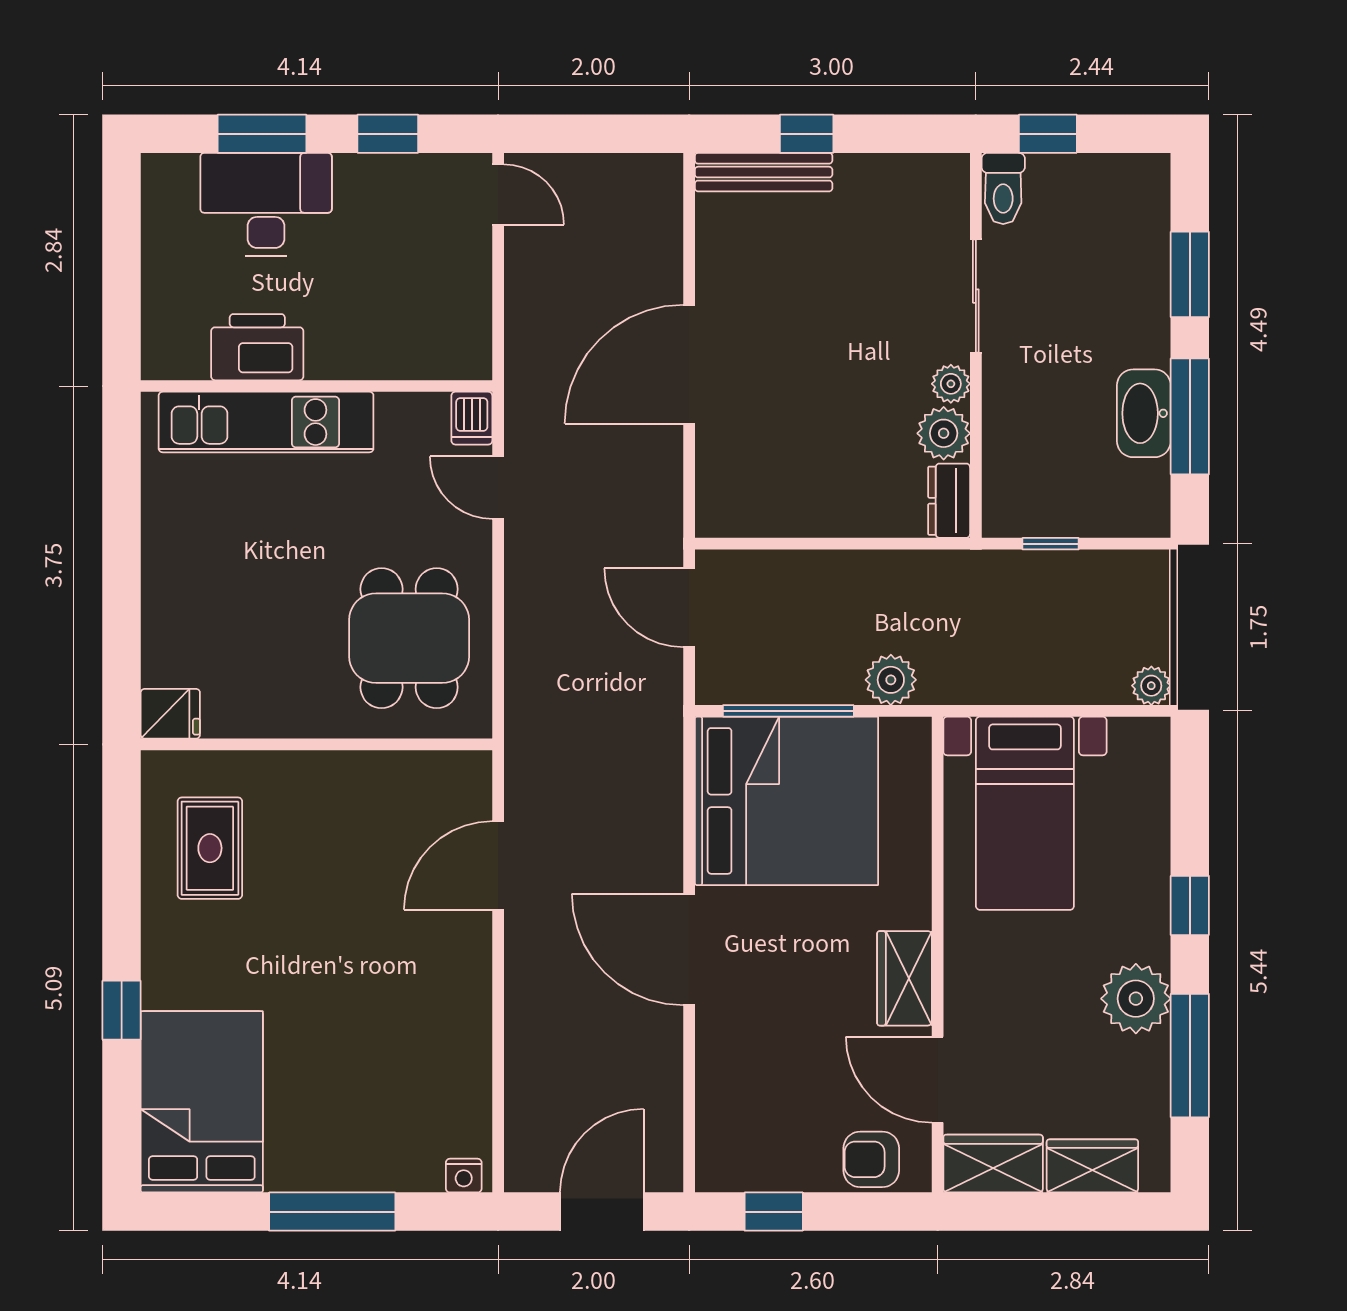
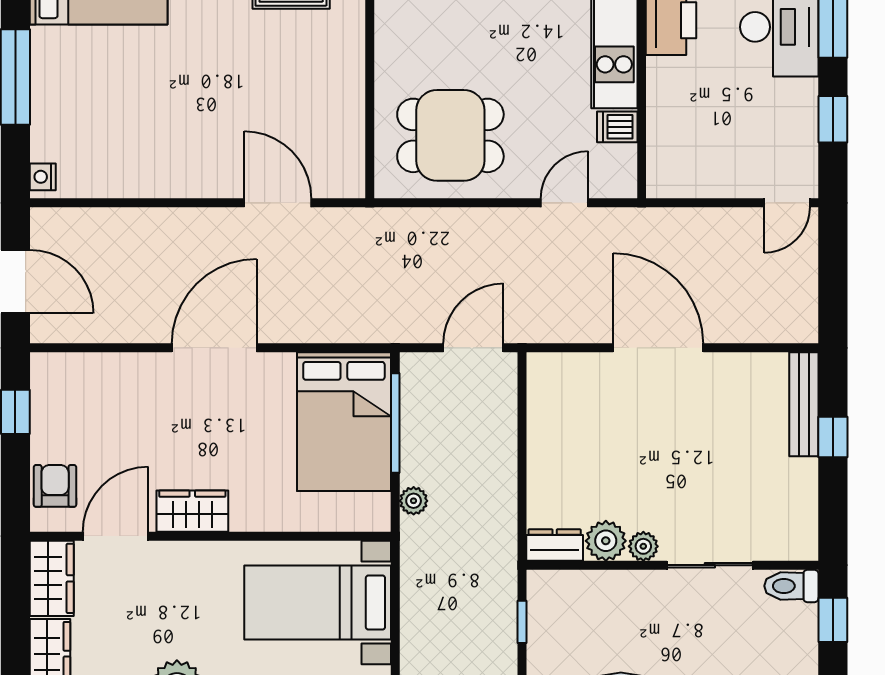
dishwasher: (472, 418) -> (617, 127), moved
plant: (891, 680) -> (414, 501), width x0.73, depth x0.73
bed: (786, 801) -> (344, 422), width x0.73

